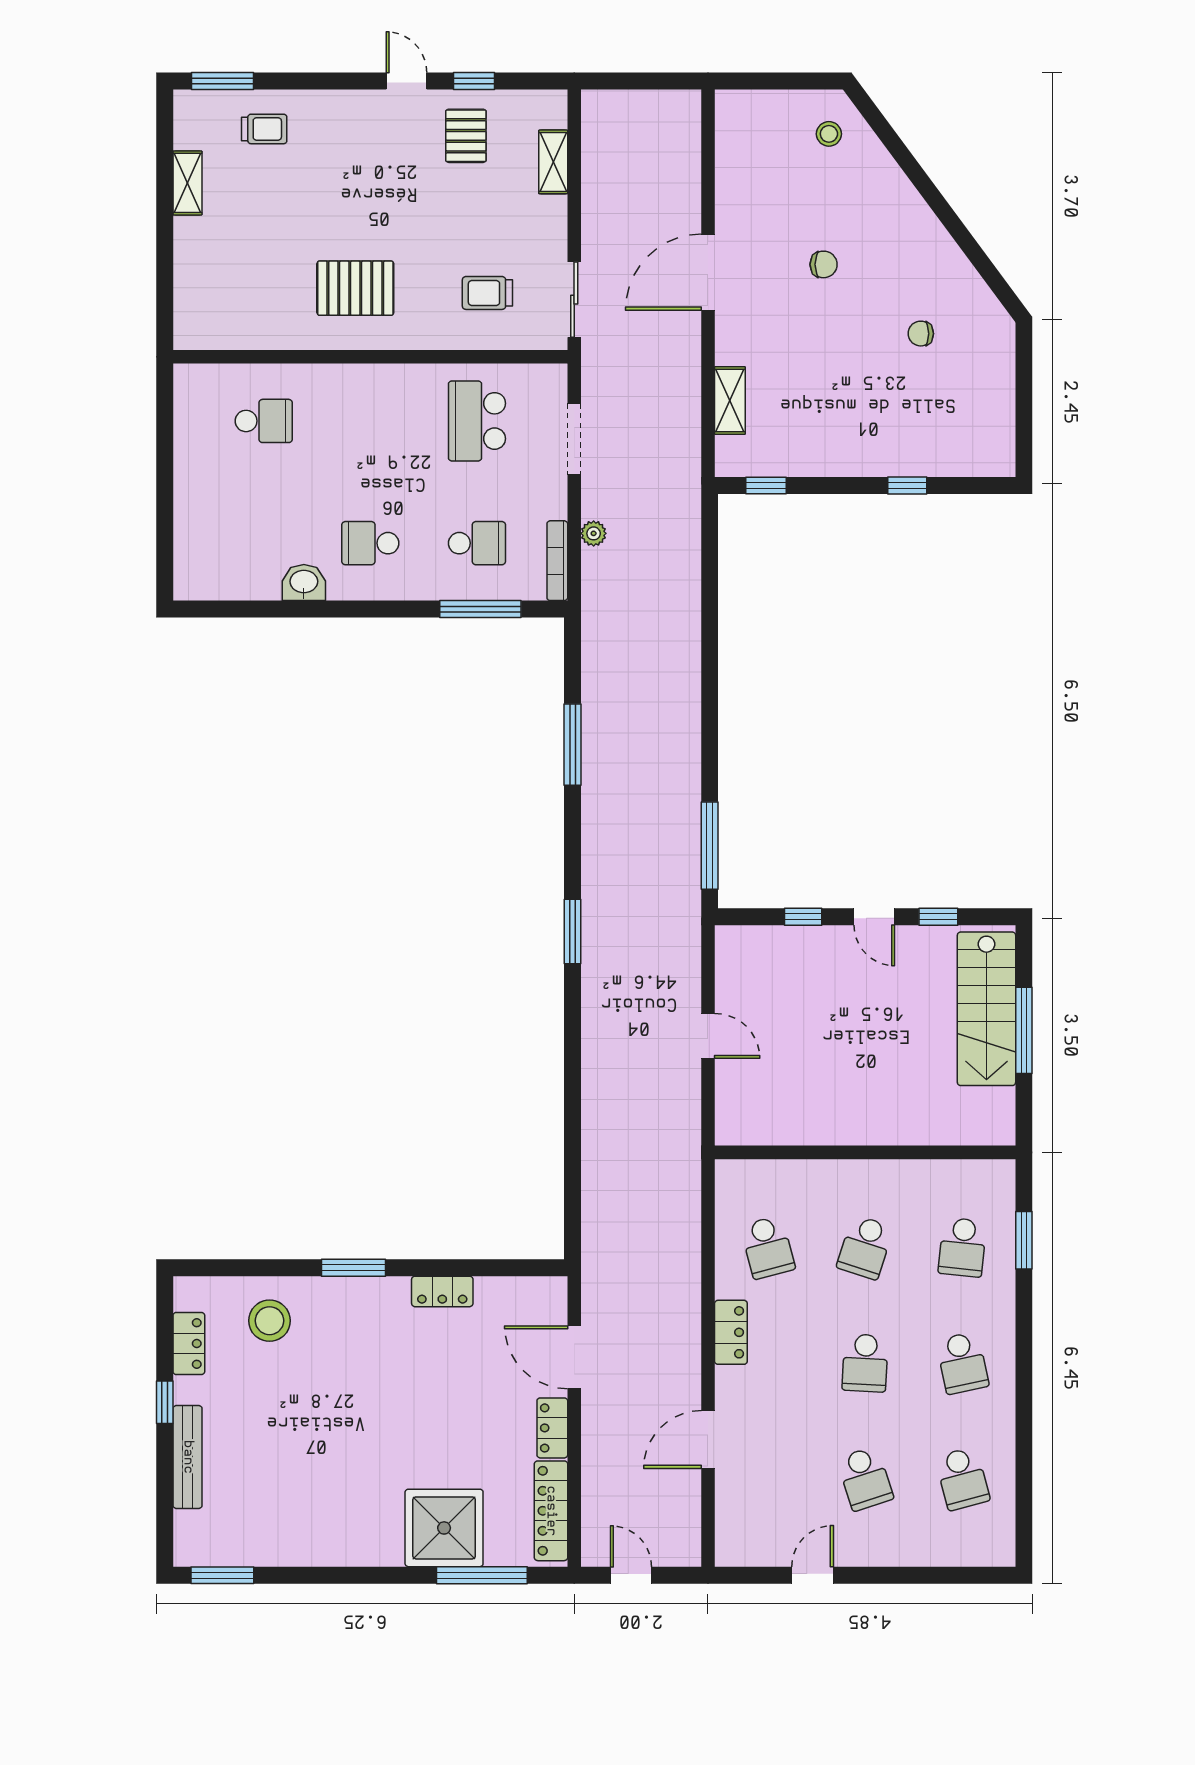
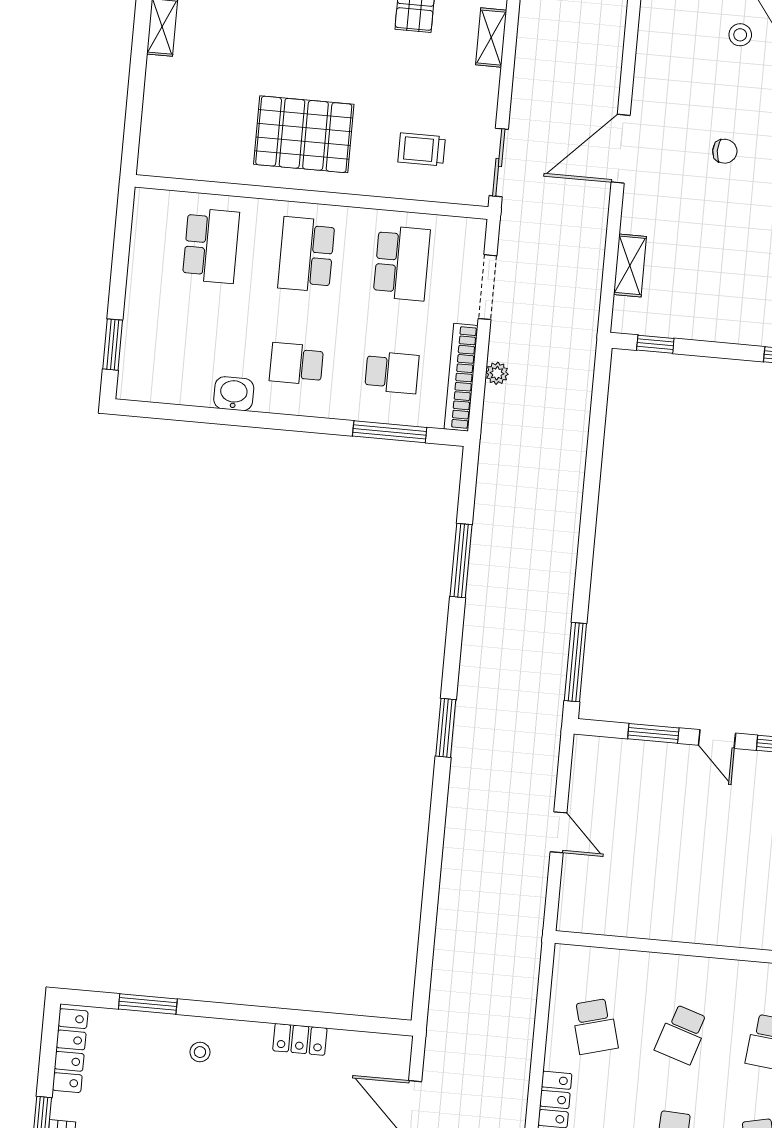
pallet: (355, 288) -> (304, 134), width x1.37, depth x1.41
school desk: (264, 421) -> (211, 246), width x1.85
school desk: (370, 421) -> (306, 254), added
school desk: (477, 421) -> (402, 263), turned 180
window: (165, 540) -> (113, 345), added
bookcase: (557, 561) -> (461, 377), width x1.48, depth x1.31
window: (803, 917) -> (653, 733), width x1.50
window: (353, 1268) -> (148, 1004), moved
stool: (270, 1321) -> (200, 1052), moved, width x0.53, depth x0.53
locker: (189, 1344) -> (70, 1051), width x1.53

